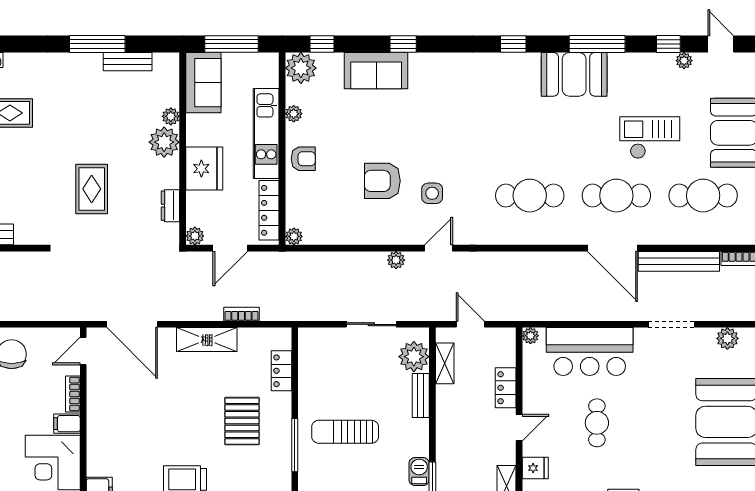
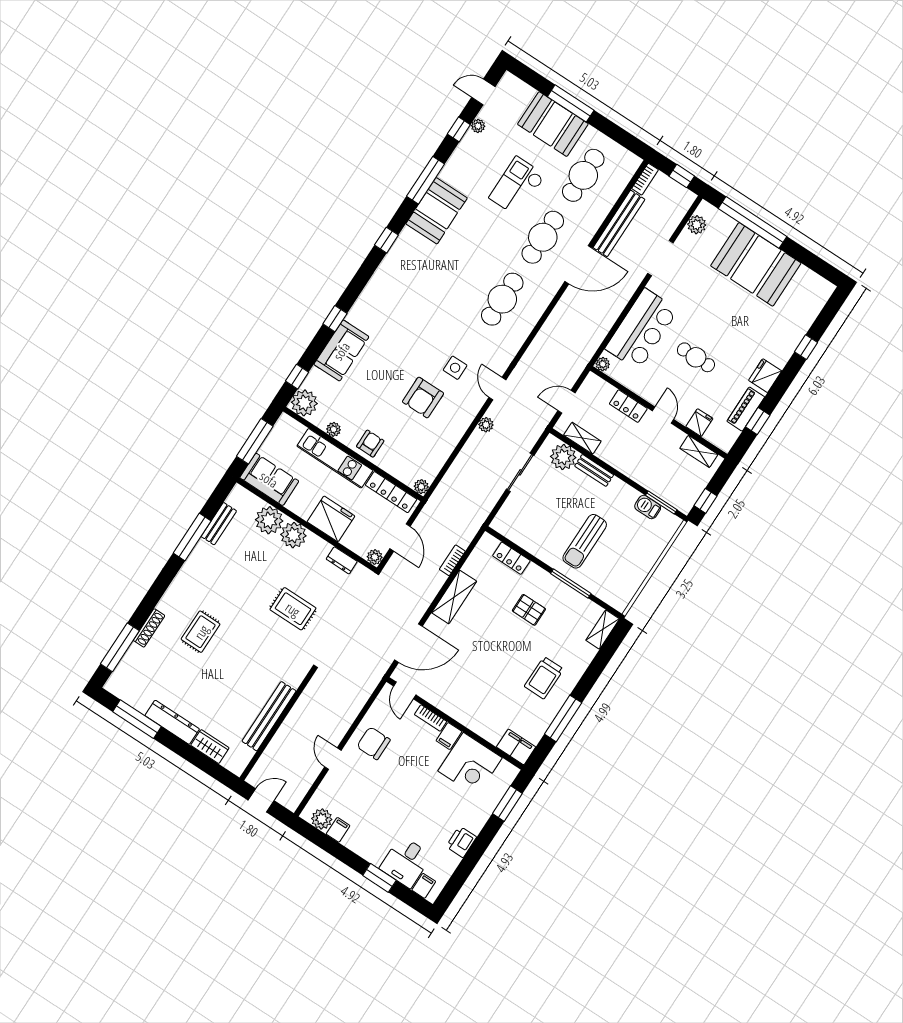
plant: (171, 116) -> (269, 520), width x1.88, depth x1.88
pallet: (242, 421) -> (529, 610), width x0.67, depth x0.71

